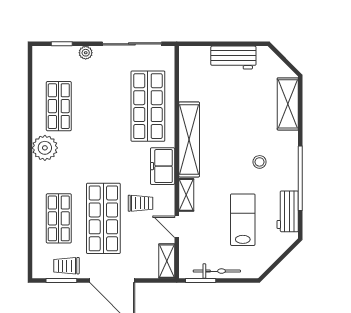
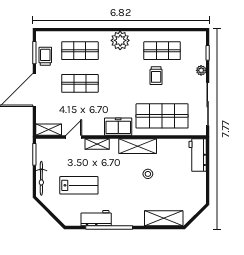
workbench: (233, 58) -> (198, 155), moved
shelving: (189, 139) -> (138, 146), width x0.68
plant: (45, 148) -> (120, 40), moved
stool: (260, 162) -> (148, 174), moved
trolley: (141, 203) -> (156, 76), moved
workbench: (288, 211) -> (96, 218), moved
shop shelf: (103, 218) -> (80, 83), width x0.70, depth x0.74
bicycle: (217, 271) -> (41, 178), moved

